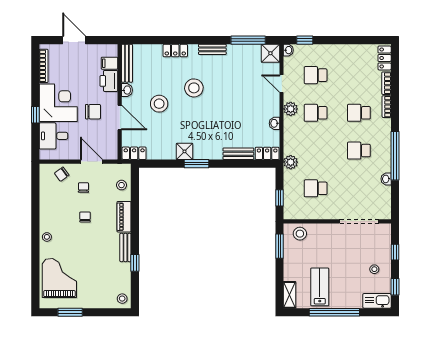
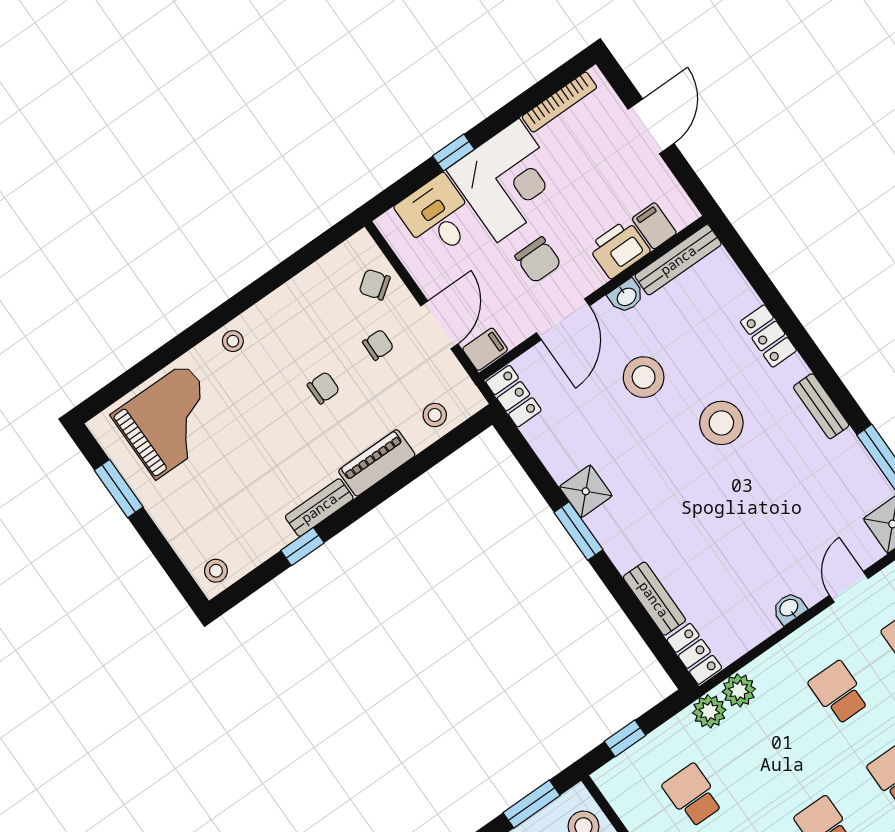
plant: (291, 109) -> (739, 690), moved
washbasin: (274, 123) -> (789, 608), moved
filing cabinet: (111, 152) -> (485, 349), added

